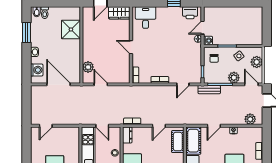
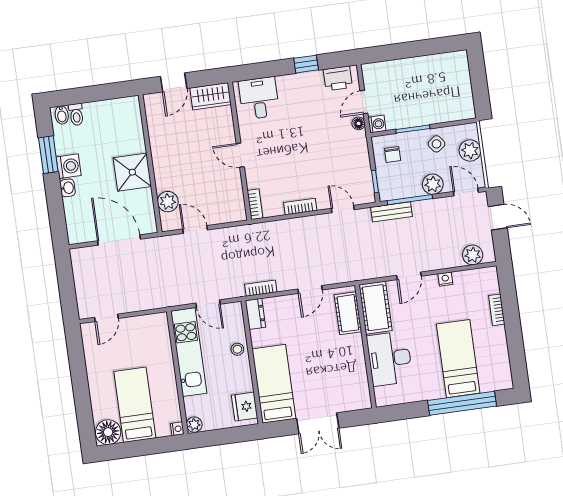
shower: (71, 29) -> (132, 172), moved
washing machine: (37, 70) -> (69, 166), moved
door: (183, 84) -> (343, 209), swing flipped

